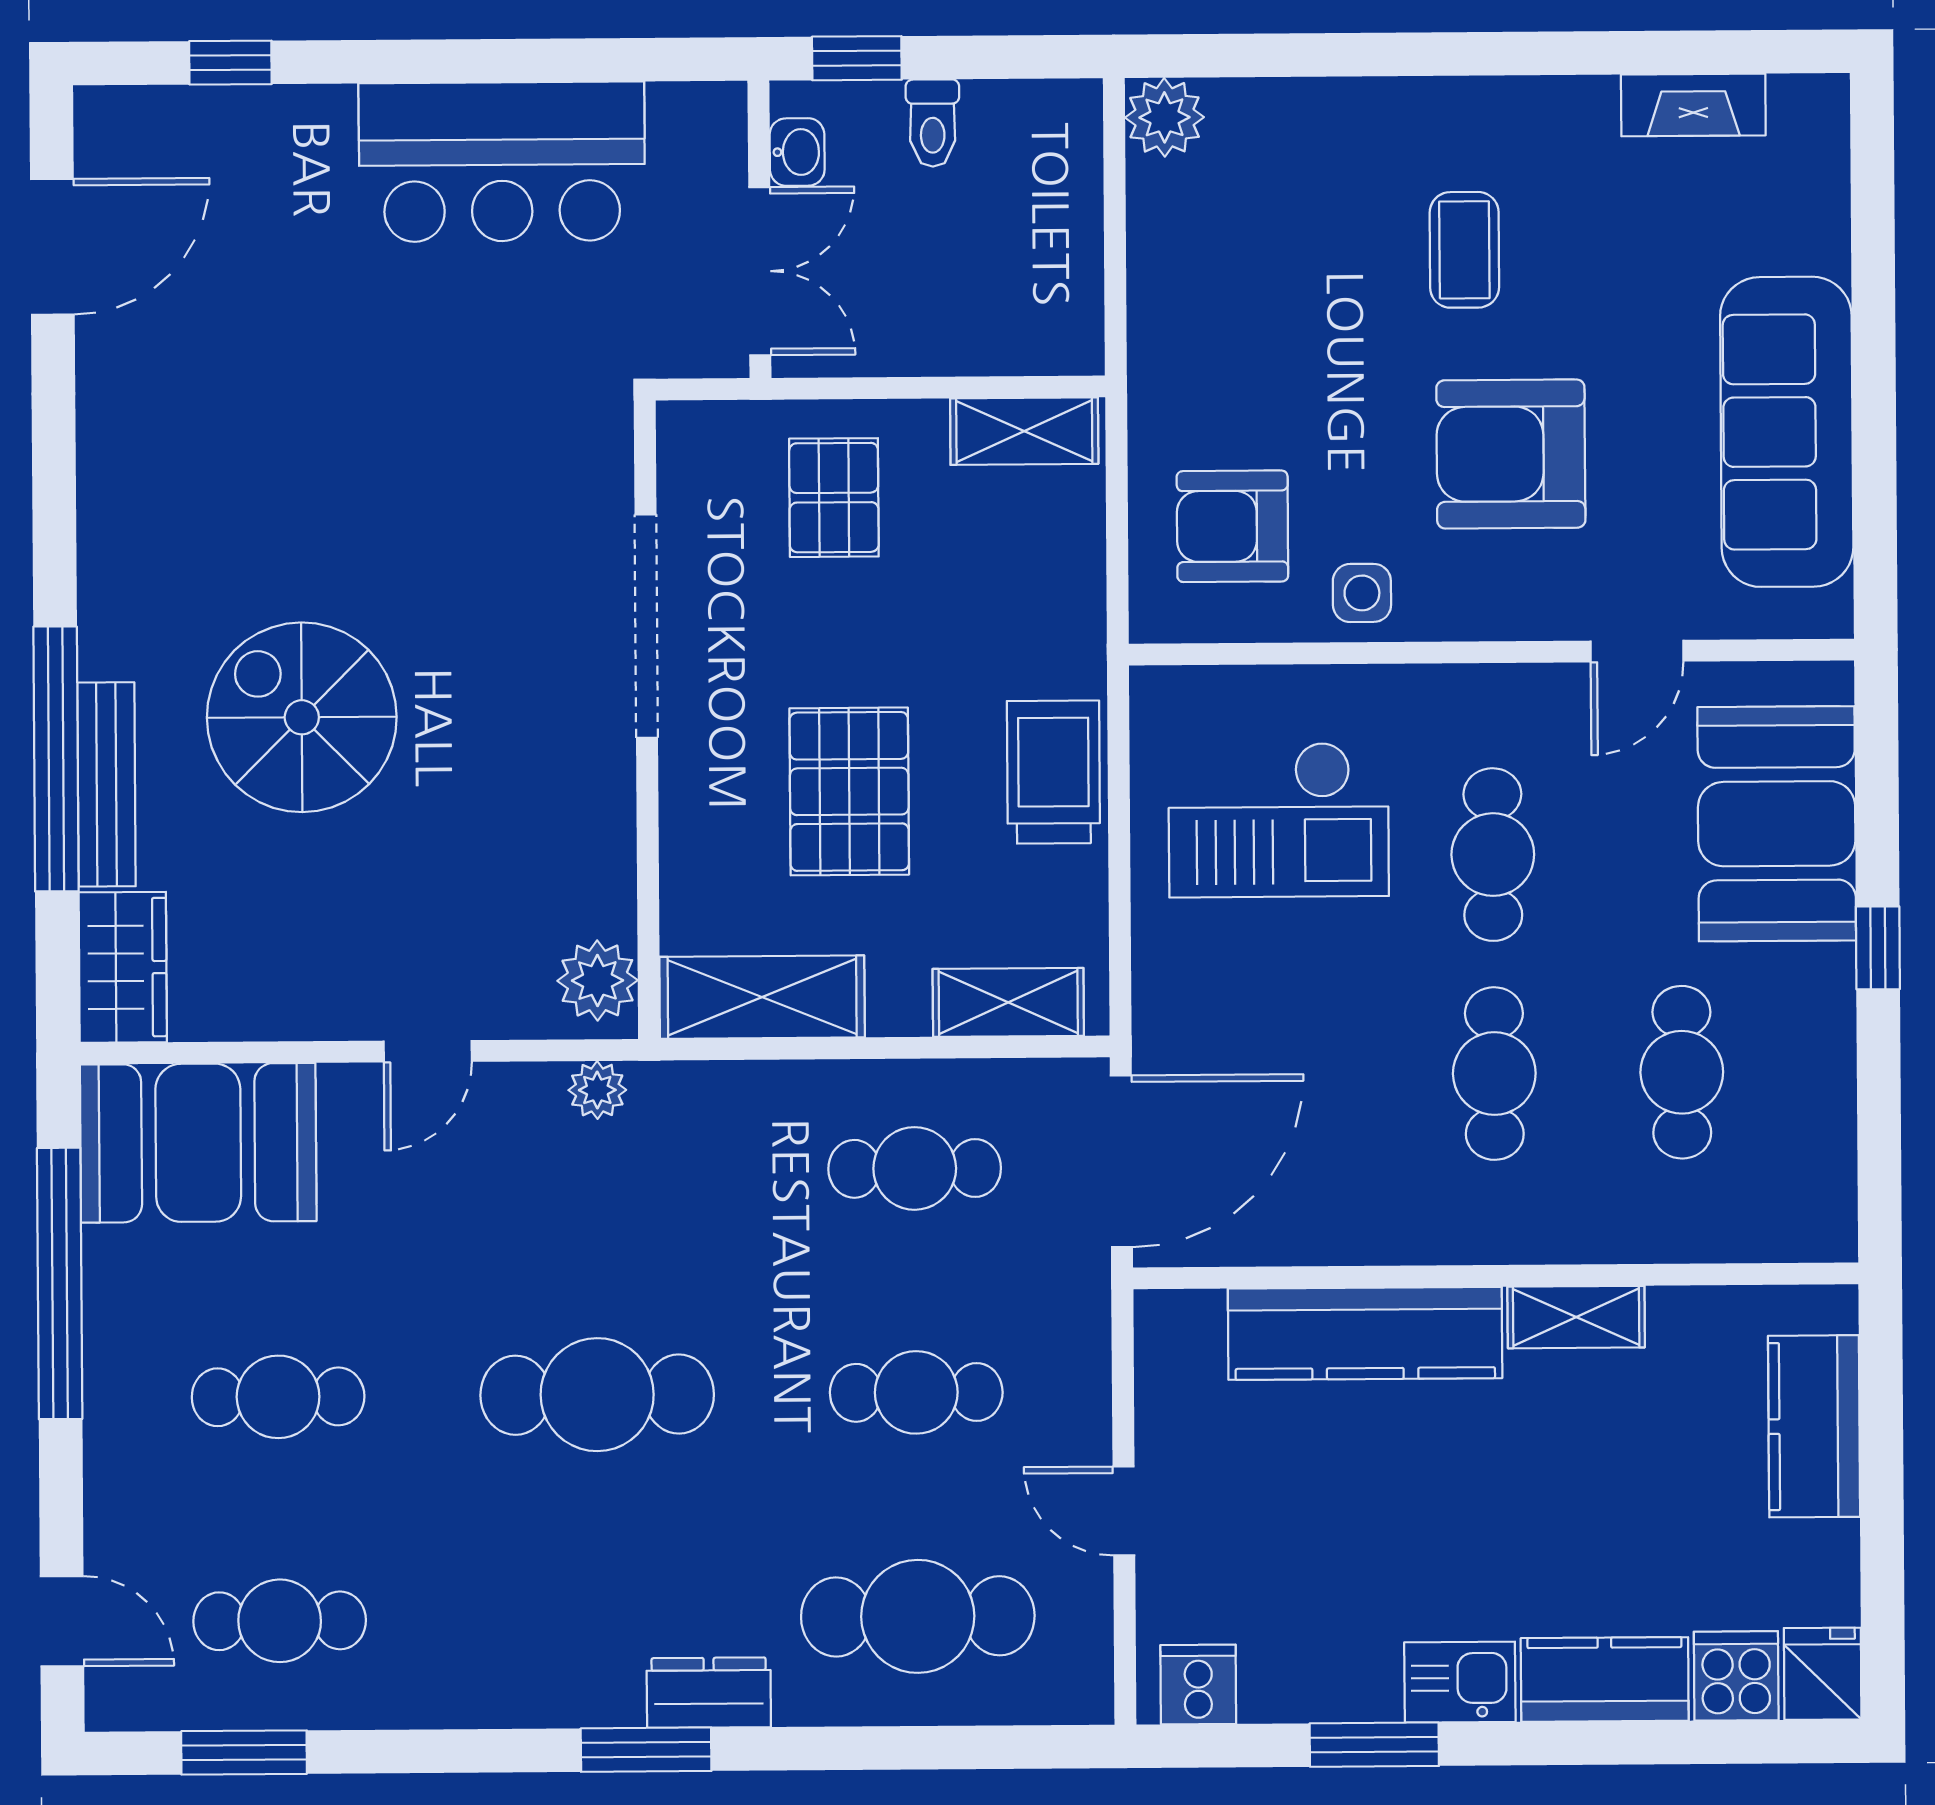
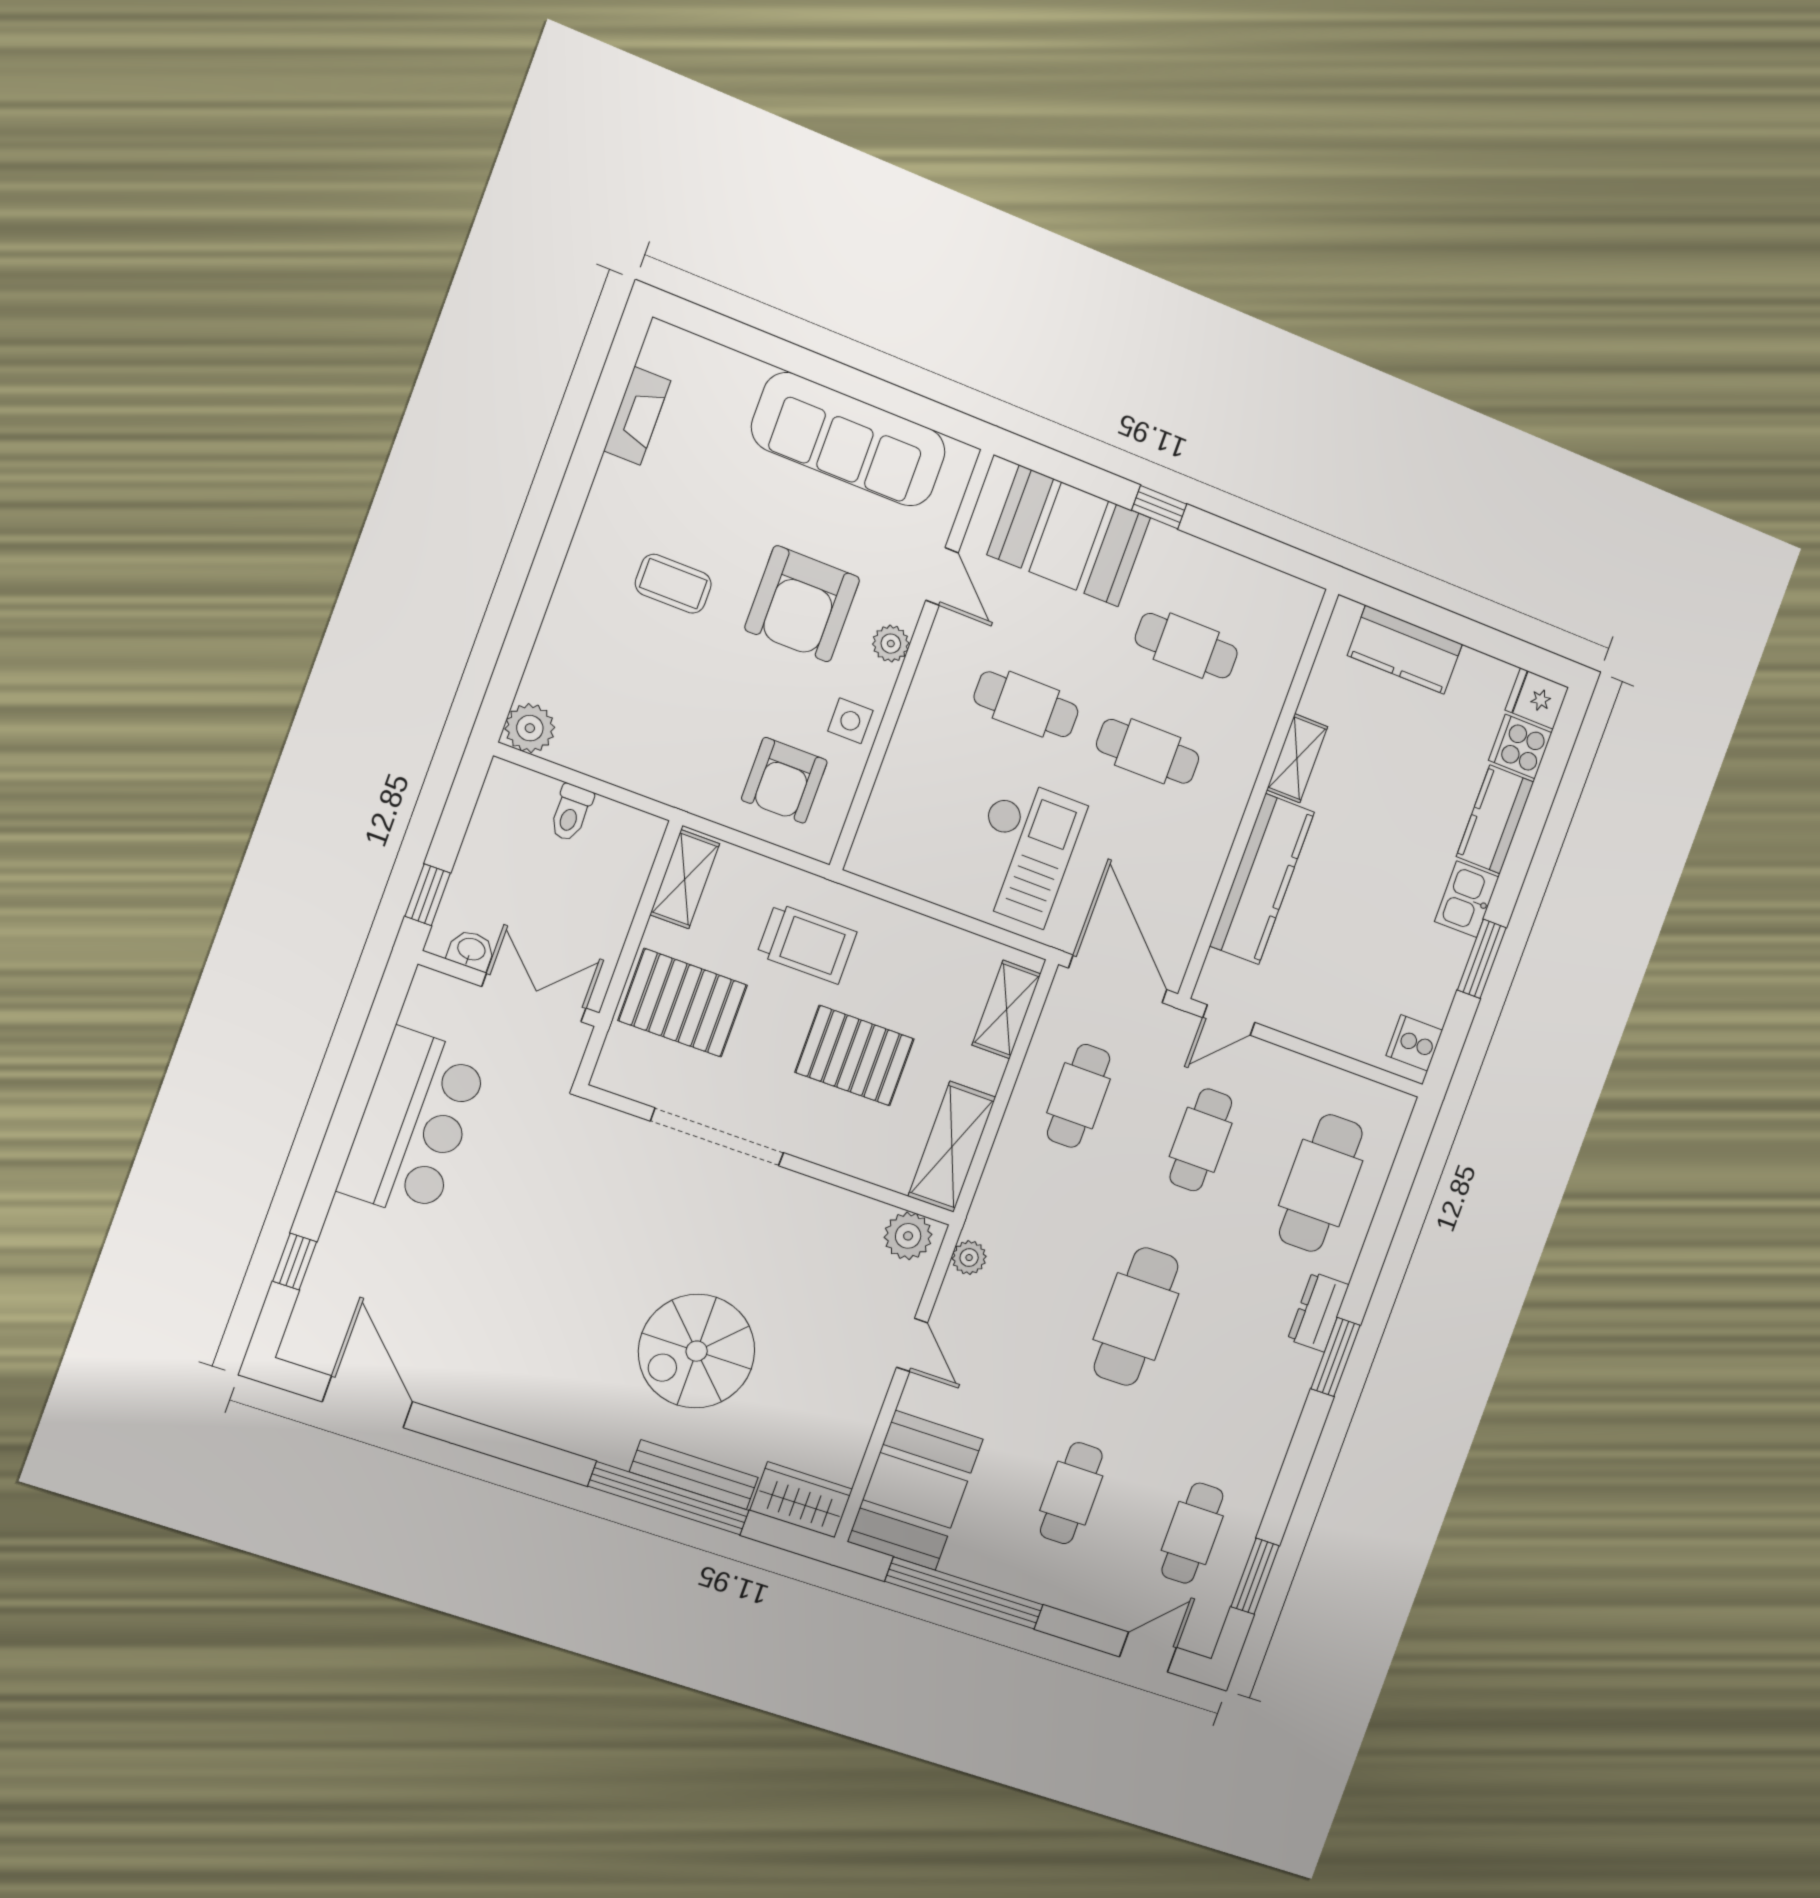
toilet: (933, 123) -> (571, 813), moved, turned 90
pallet: (834, 498) -> (683, 1003), width x1.50, depth x1.42
plant: (1504, 611) -> (891, 644), added
trolley: (1053, 772) -> (807, 943), moved, turned 180
checkout: (1279, 820) -> (1023, 852), moved
door: (1124, 1511) -> (1229, 1020), moved

